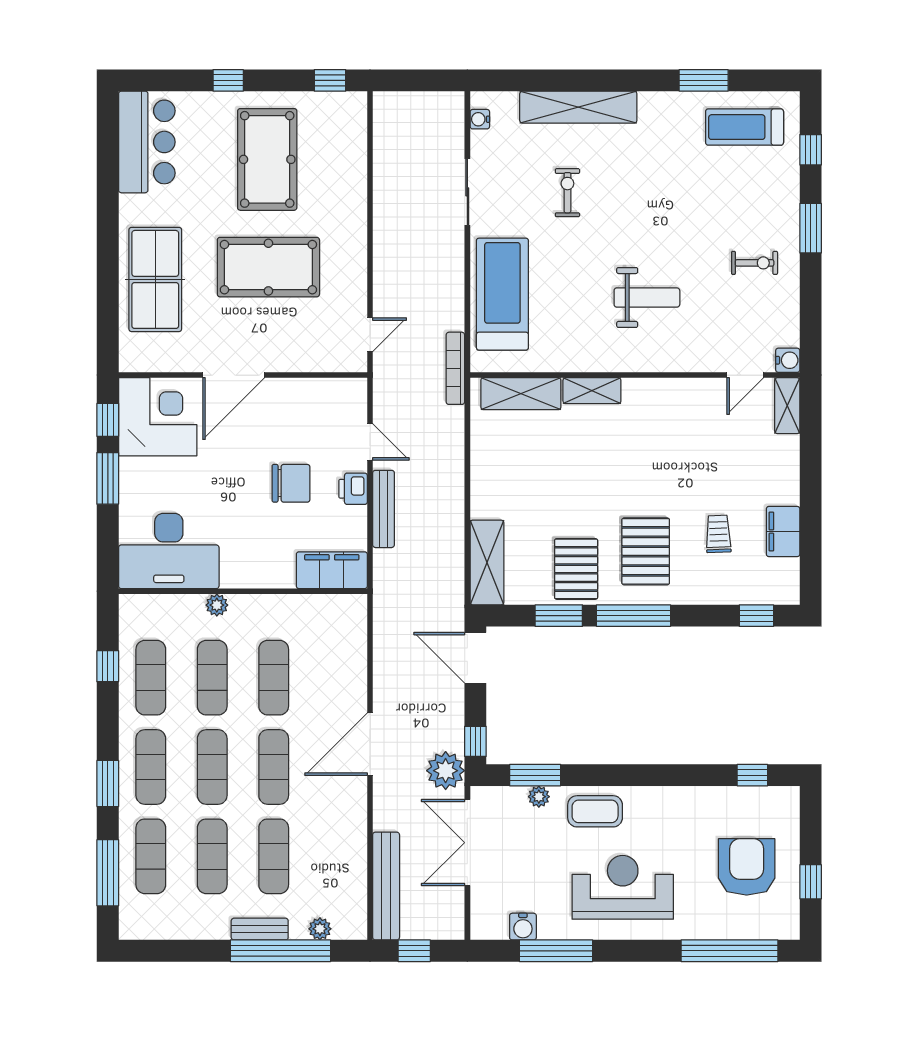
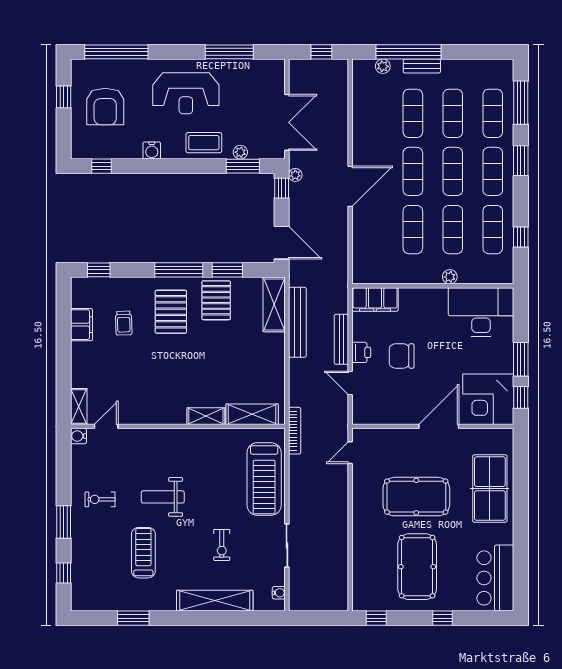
treadmill: (745, 127) -> (143, 553), moved, turned -90
weight bench: (647, 297) -> (163, 497), moved
plant: (446, 771) -> (295, 175), width x0.53, depth x0.53
bench: (386, 886) -> (297, 322), moved
water cooler: (523, 927) -> (152, 150), moved, turned 180

